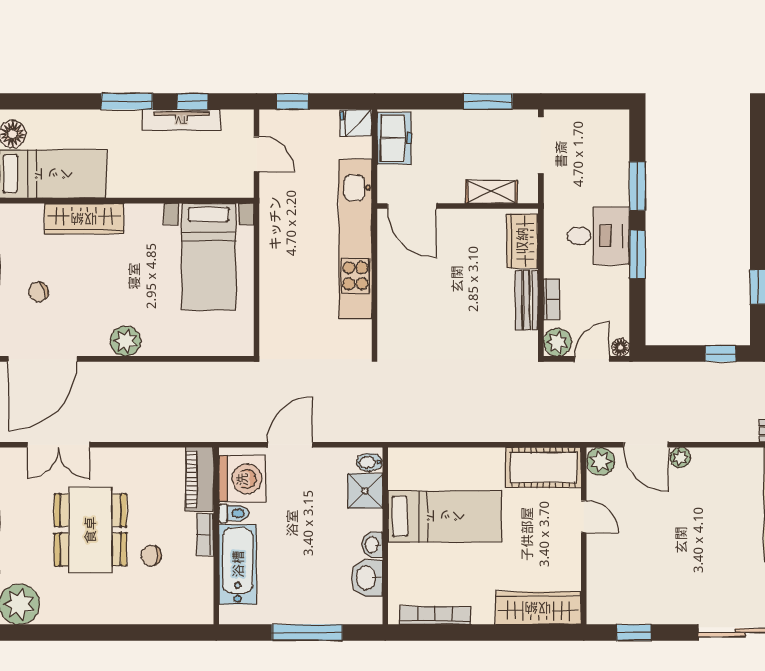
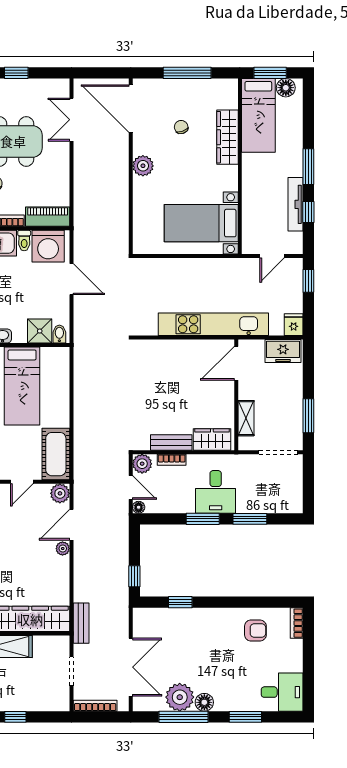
chair: (38, 292) -> (181, 127), moved

